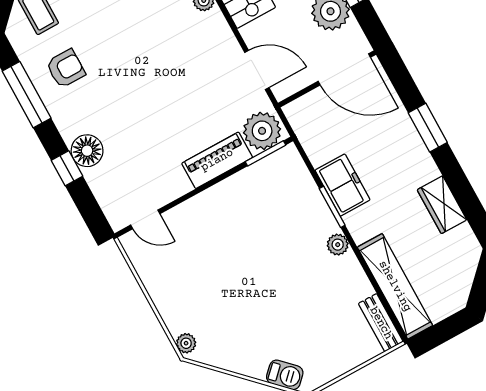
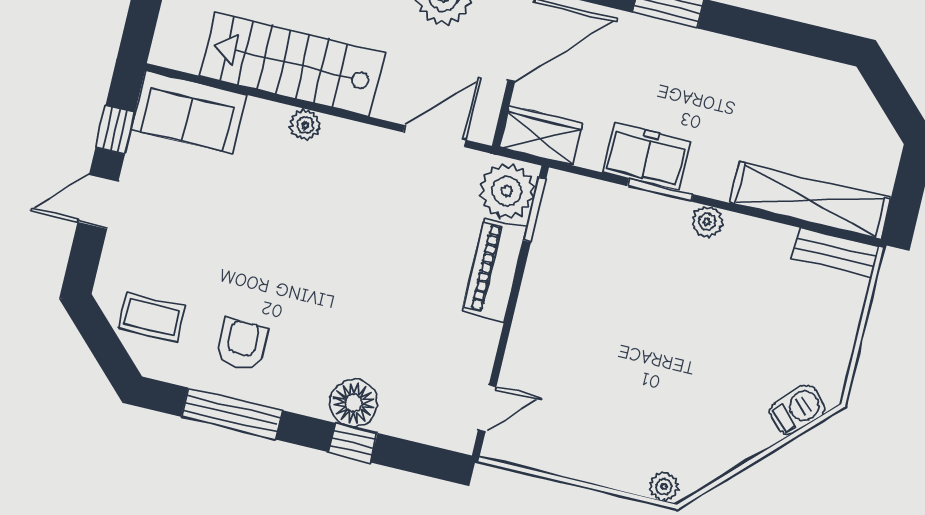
wardrobe: (442, 205) -> (541, 135), moved, turned 180

